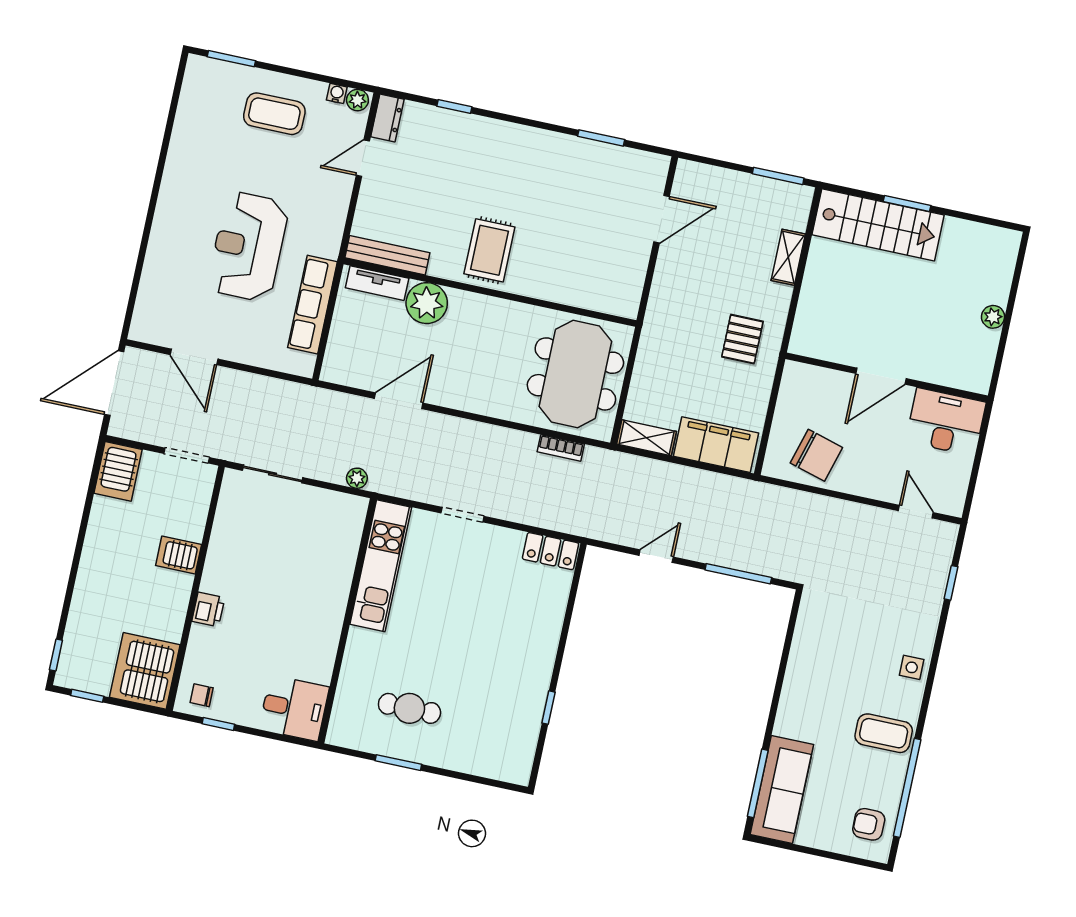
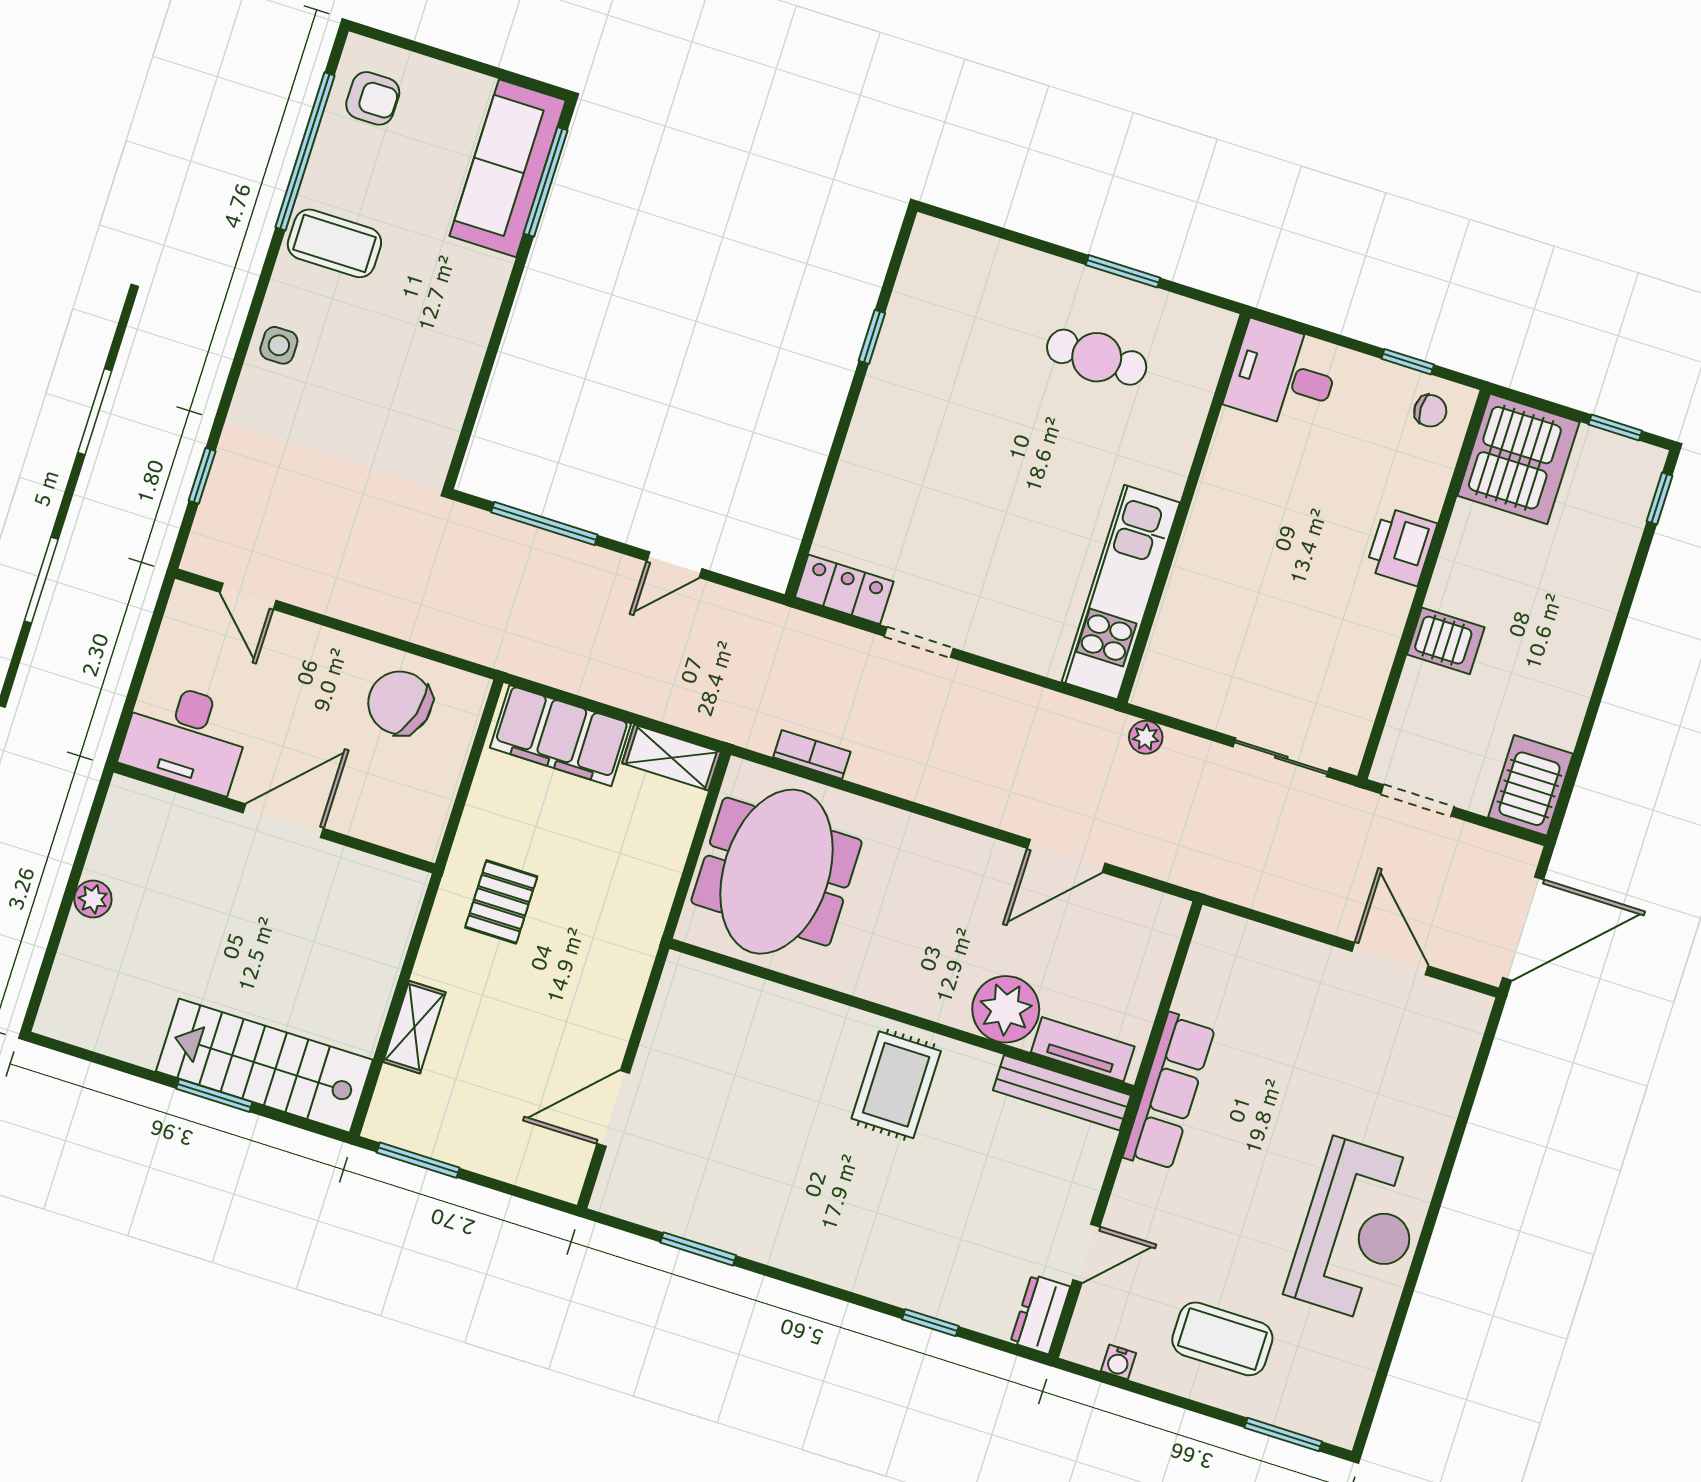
plant: (357, 100) -> (1086, 1348), removed
reception desk: (248, 246) -> (1358, 1231), moved
row of seats: (312, 305) -> (1169, 1092), moved
doorway: (462, 515) -> (919, 642), moved
printer: (208, 609) -> (1401, 547), width x1.36, depth x1.24

